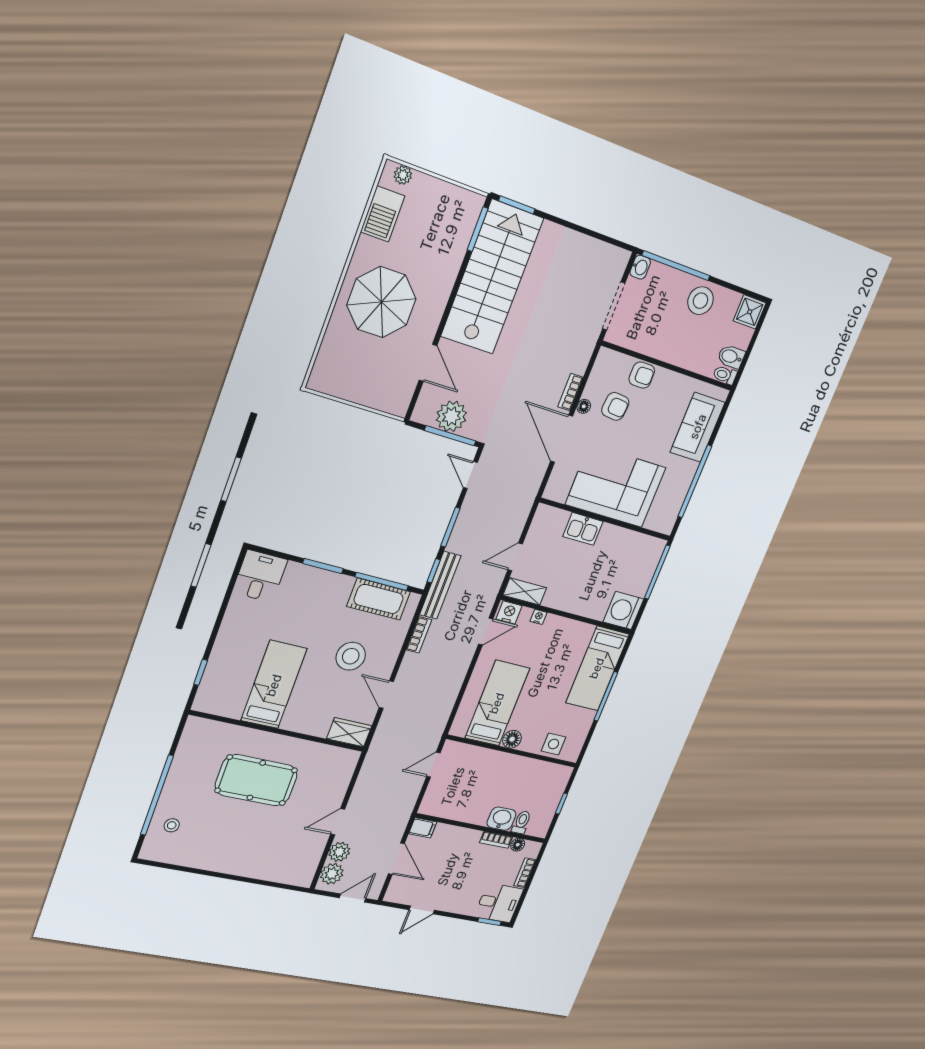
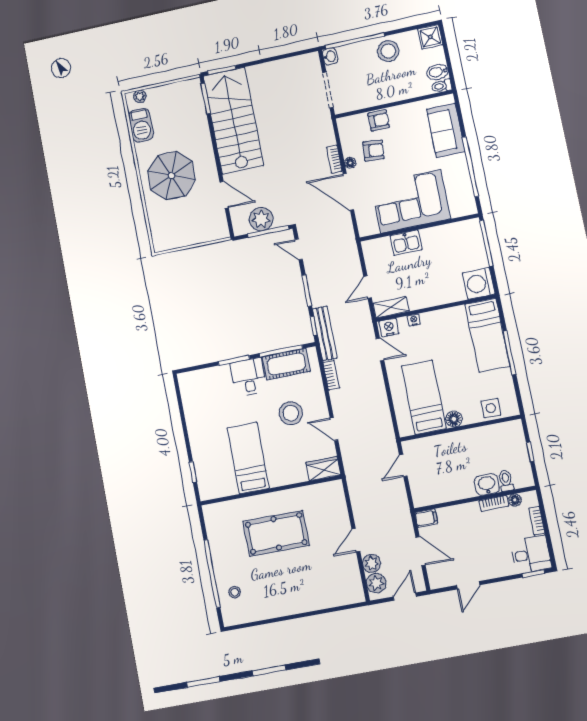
desk: (260, 576) -> (249, 377), moved
door: (486, 631) -> (380, 349), hinge flipped

